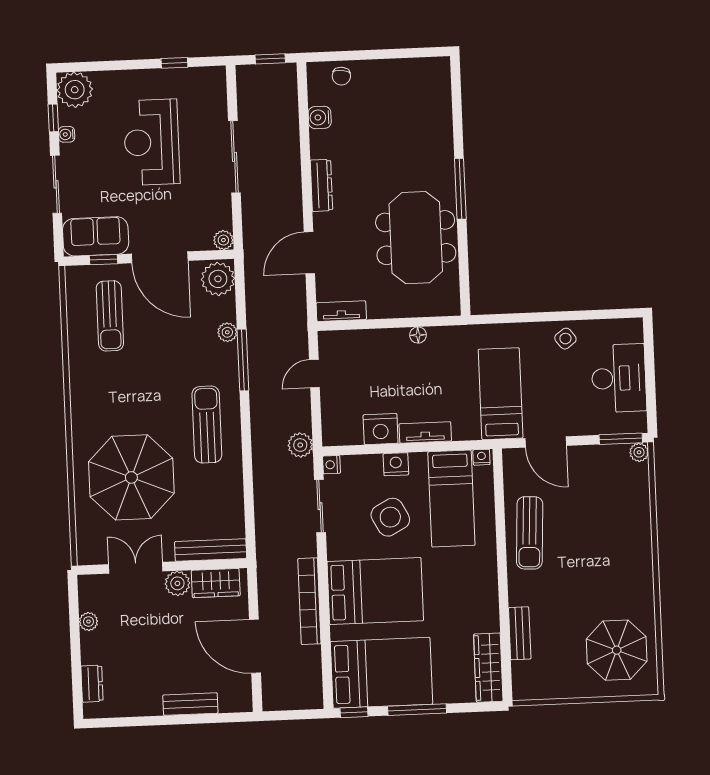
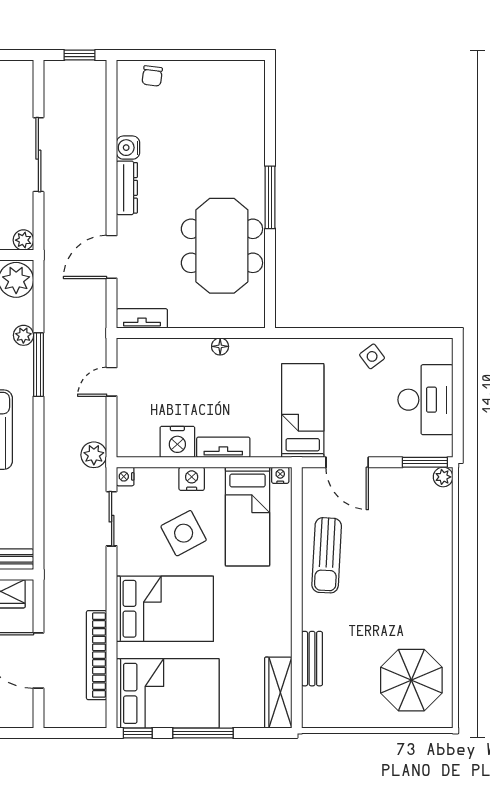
water cooler: (320, 117) -> (128, 148), moved
bookcase: (309, 601) -> (97, 655), moved

